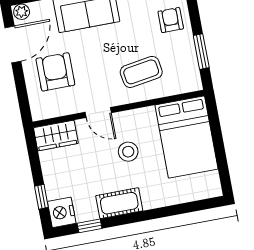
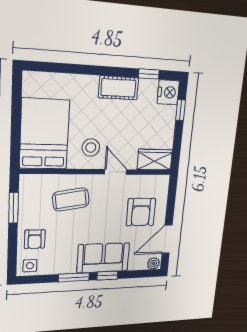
stool: (128, 152) -> (91, 148), moved

